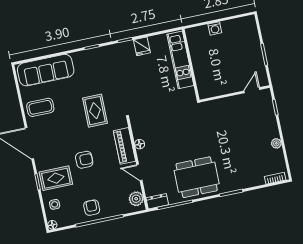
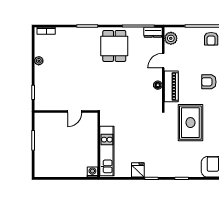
washing machine: (215, 28) -> (92, 172), moved
door: (252, 90) -> (75, 112), moved
rug: (95, 111) -> (190, 123), width x1.36, depth x1.43
door: (139, 172) -> (163, 61), swing flipped
dining table: (197, 177) -> (114, 46), width x0.73

